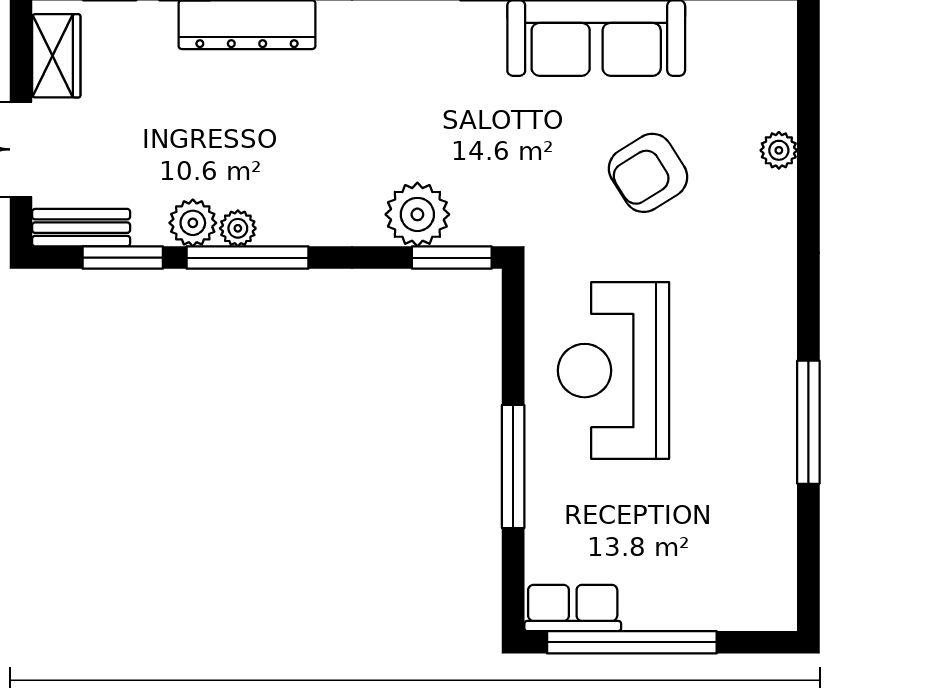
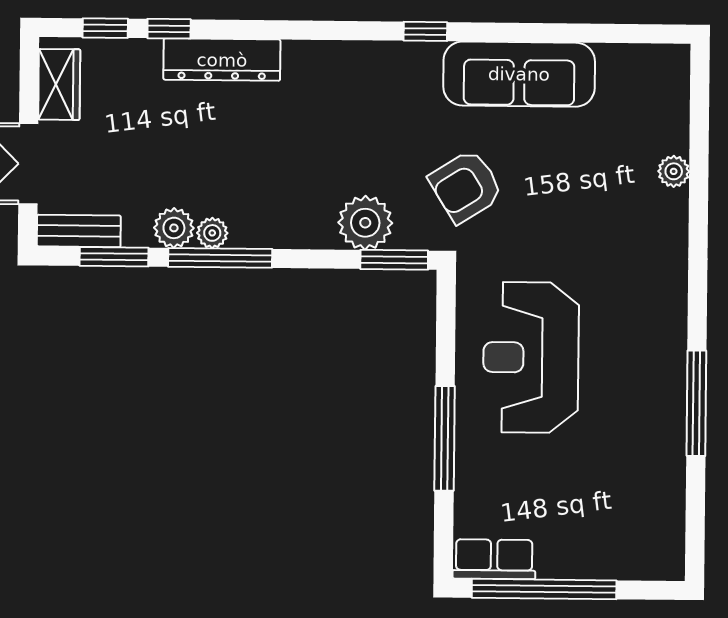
armchair: (648, 173) -> (466, 186), moved

